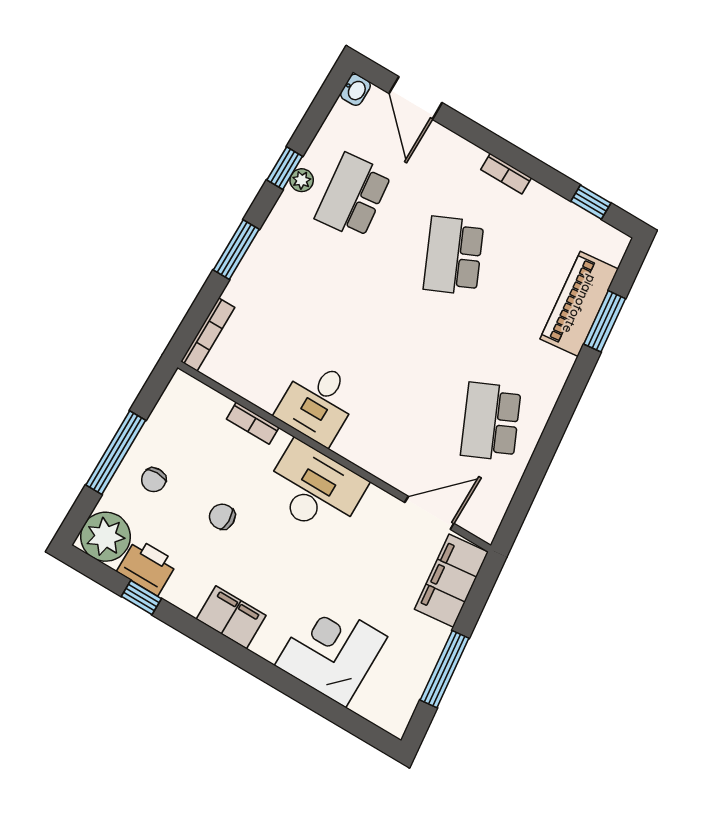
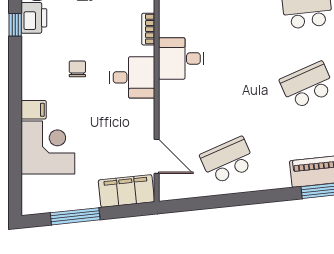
desk: (315, 489) -> (132, 77), width x0.73
chair: (222, 517) -> (77, 69), moved
filing cabinet: (231, 617) -> (34, 110), moved, width x0.50

